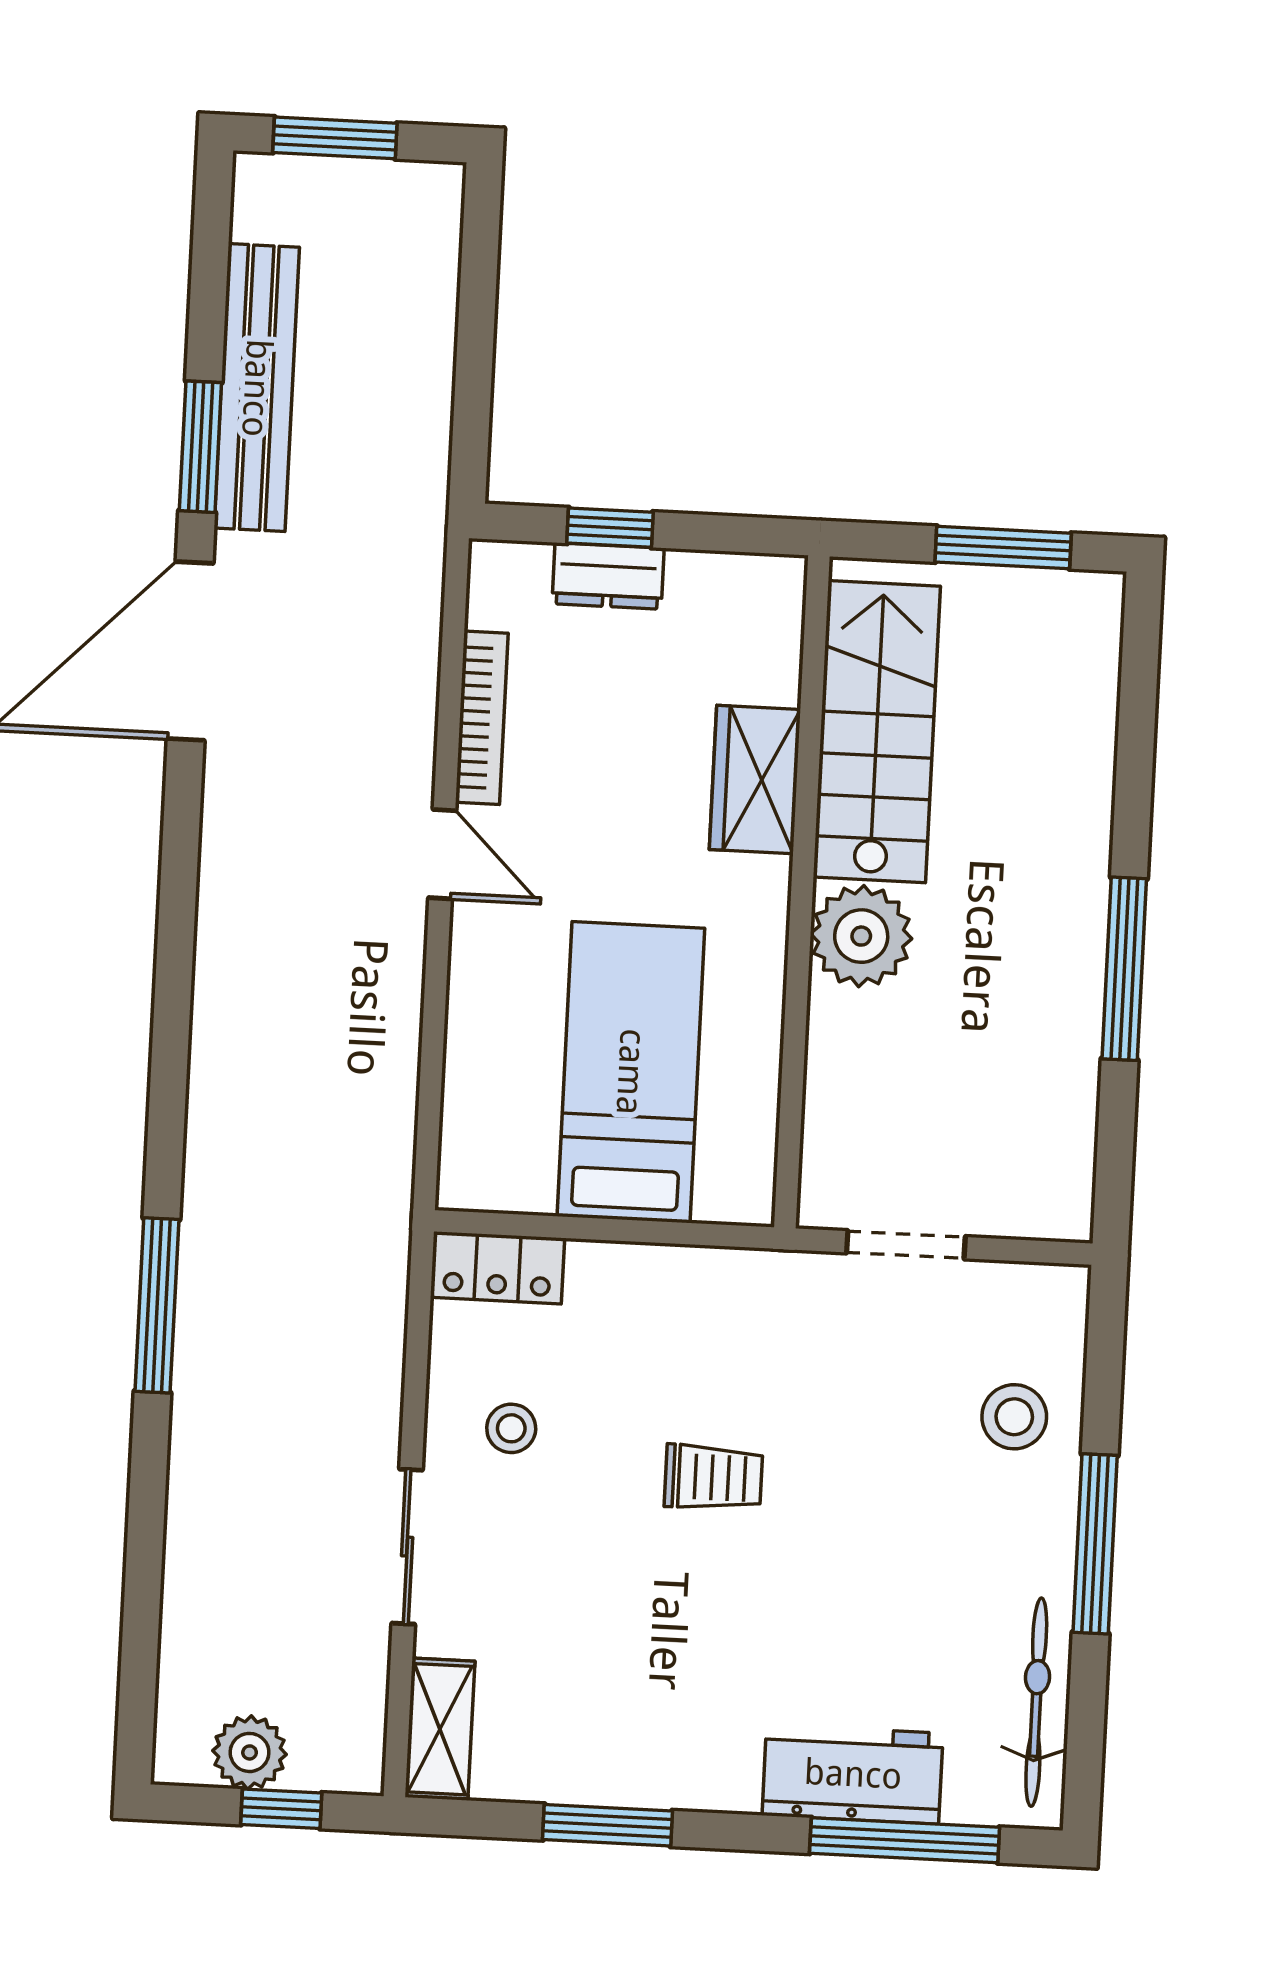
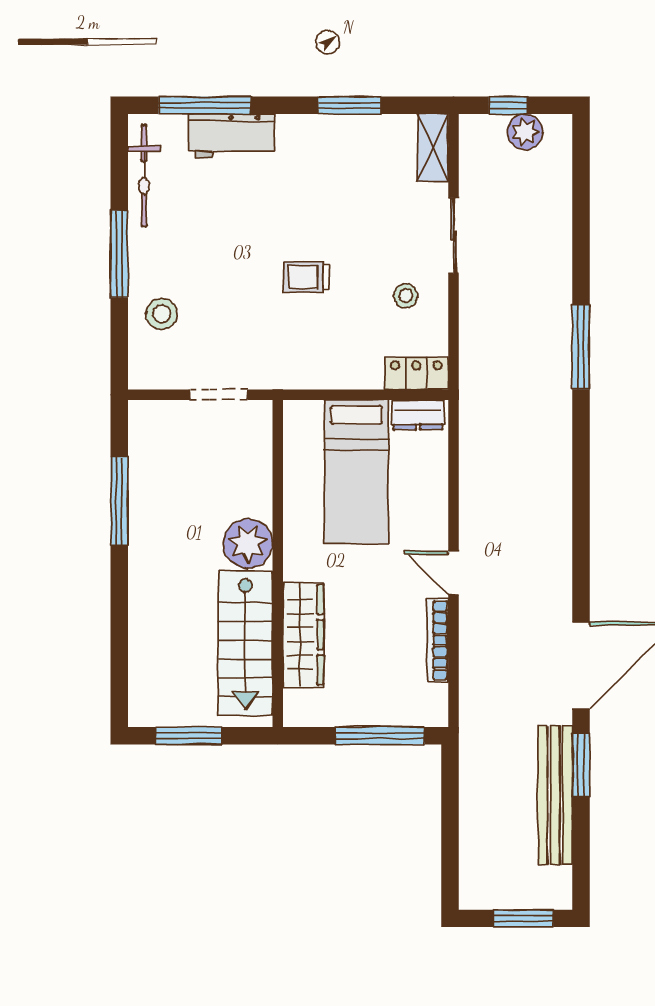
window: (610, 528) -> (380, 736), width x2.17
dresser: (608, 576) -> (418, 415), moved, turned 180
wardrobe: (755, 779) -> (303, 635), width x1.50
window: (1124, 969) -> (119, 501), moved

